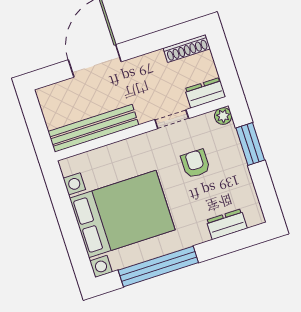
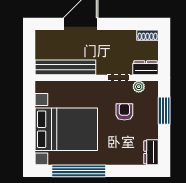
shoe rack: (187, 48) -> (147, 35), width x0.70
plant: (223, 116) -> (139, 87), moved
dresser: (227, 224) -> (151, 152), moved, turned -90

